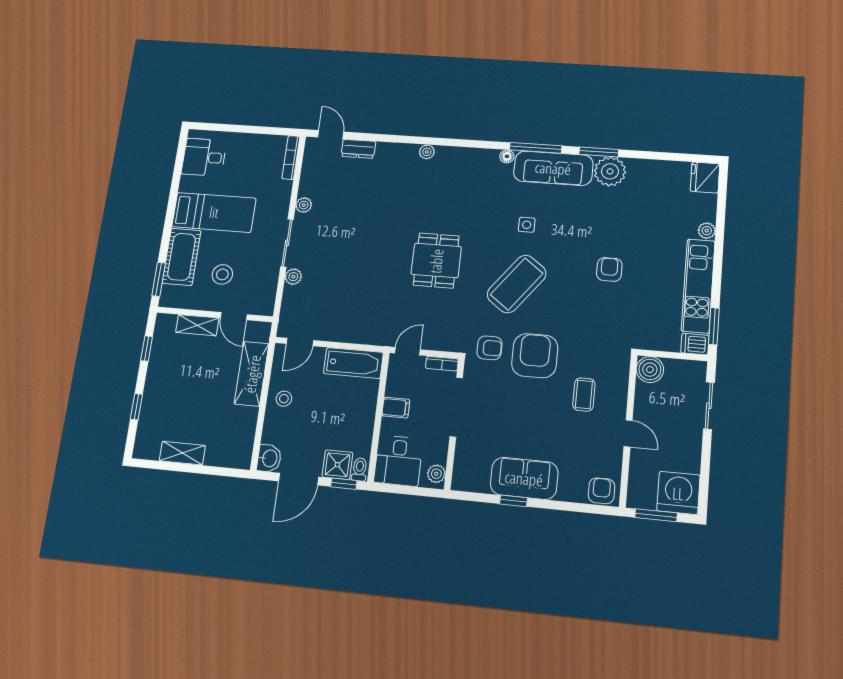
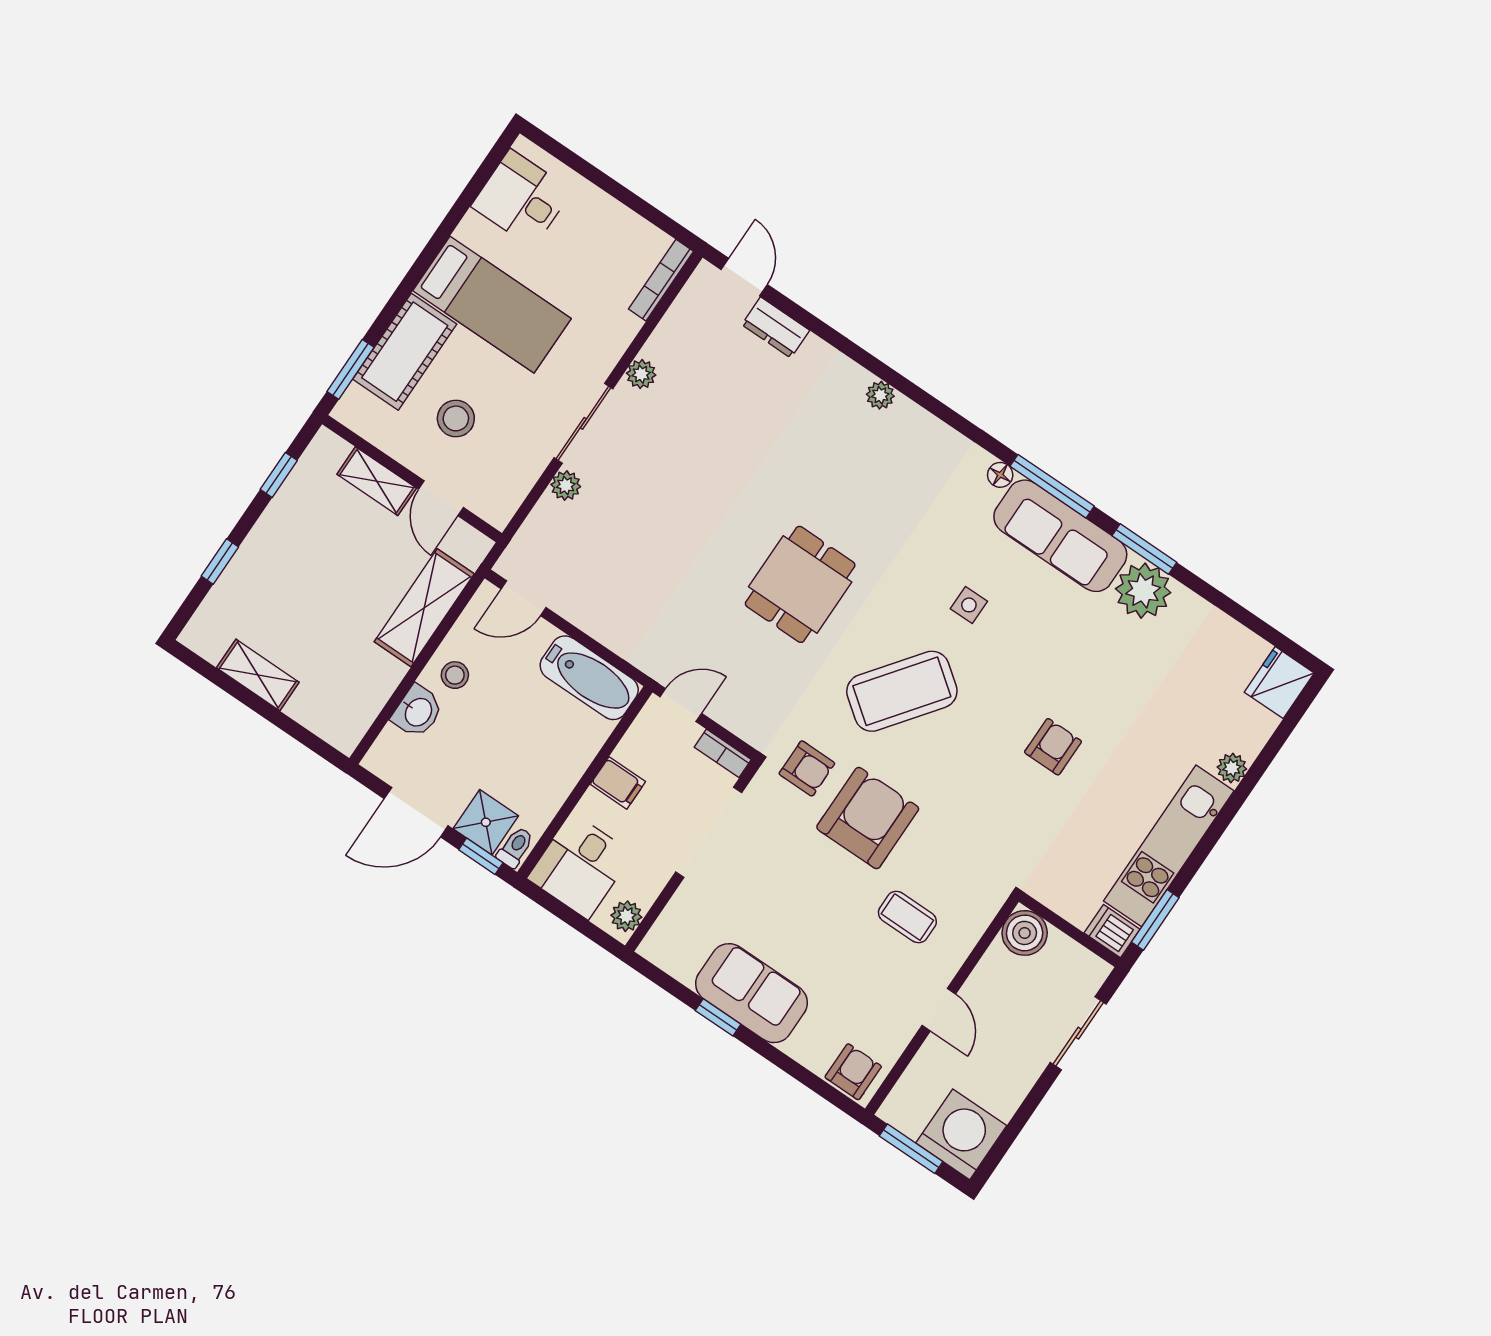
coffee table: (584, 394) -> (907, 917), turned 90
washbasin: (269, 458) -> (418, 712), moved

